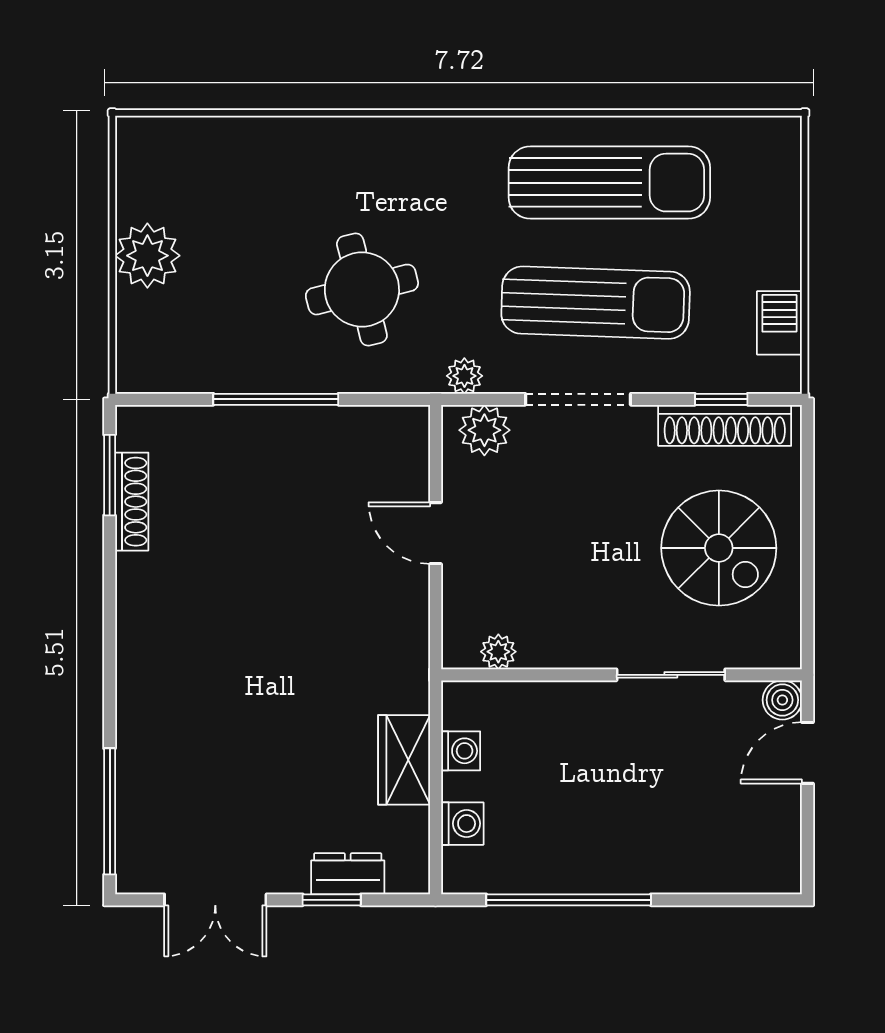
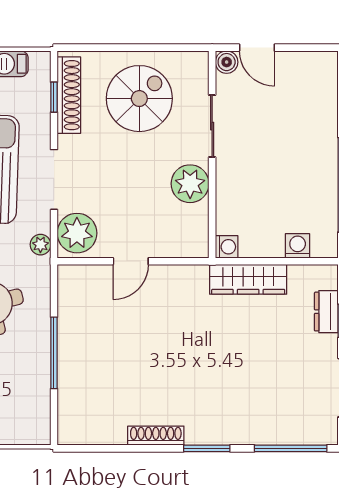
plant: (484, 430) -> (77, 233), width x1.36, depth x1.36
window: (110, 475) -> (207, 448), moved
shoe rack: (132, 502) -> (156, 436), moved
plant: (498, 652) -> (190, 184), moved, width x1.88, depth x1.88
washing machine: (461, 751) -> (227, 247), moved, turned 90
wardrobe: (404, 760) -> (248, 279), width x1.50

